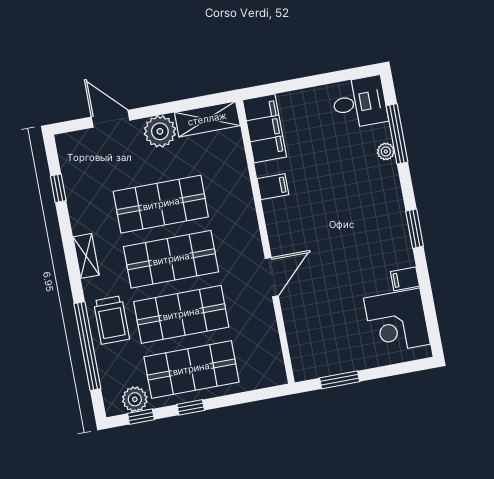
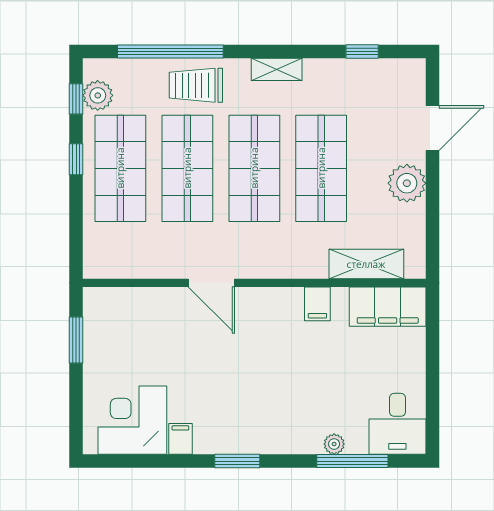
shelving: (207, 119) -> (366, 264), moved, turned 90

